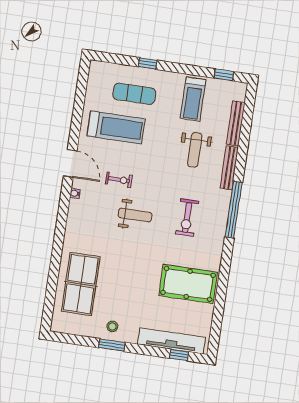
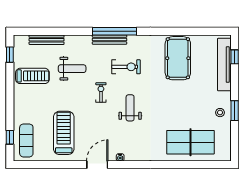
window: (148, 63) -> (10, 137), moved
exercise mat: (134, 94) -> (26, 140), moved
bench: (229, 168) -> (110, 40), moved
exercise bike: (119, 180) -> (101, 92), moved

